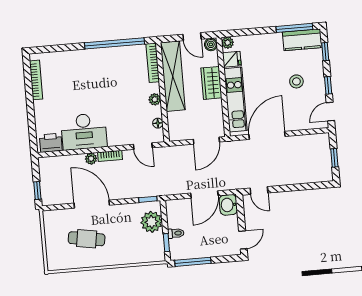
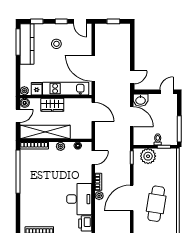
kitchen counter: (302, 40) -> (27, 44), width x1.50
cafe table: (87, 239) -> (156, 204), width x1.37, depth x1.35
door: (243, 240) -> (167, 92), hinge flipped

